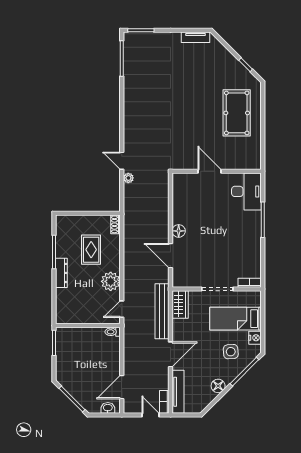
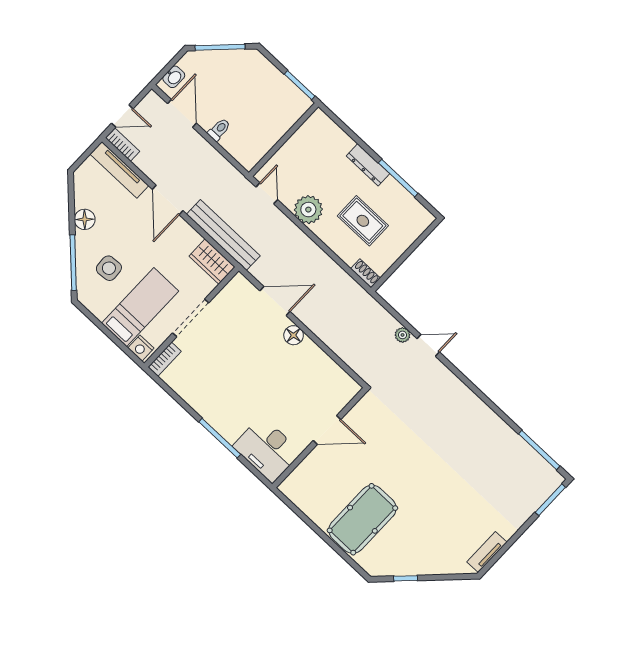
pool table: (237, 113) -> (362, 519), turned 90
toilet: (113, 332) -> (219, 130), moved
nightstand: (255, 338) -> (141, 348), moved

